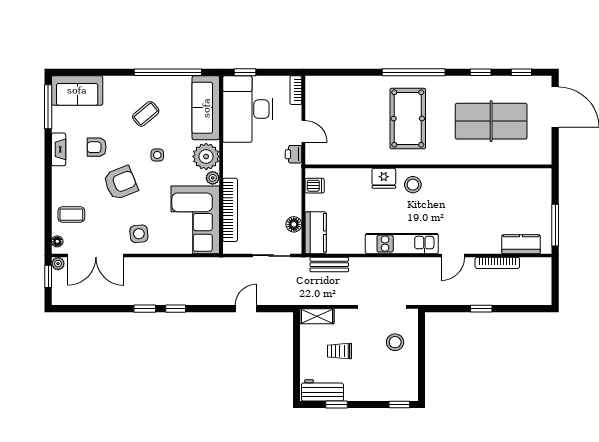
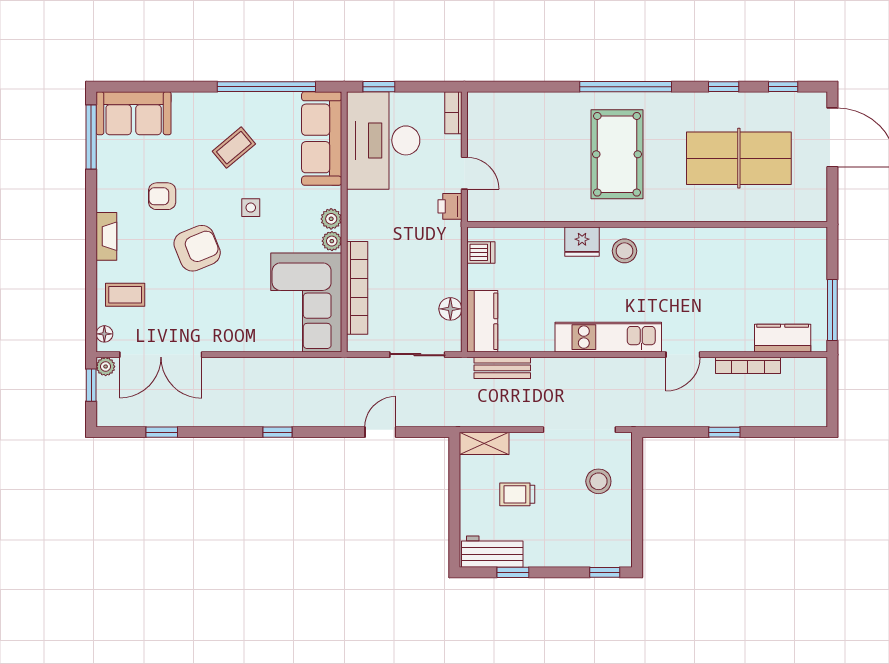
fireplace: (59, 149) -> (106, 236), moved
plant: (206, 156) -> (331, 219), width x0.53, depth x0.53
side table: (139, 234) -> (224, 323), removed
window: (145, 309) -> (162, 432), moved

